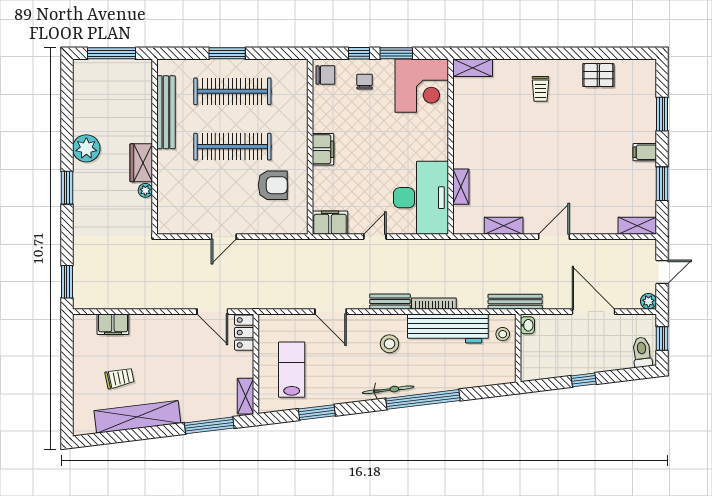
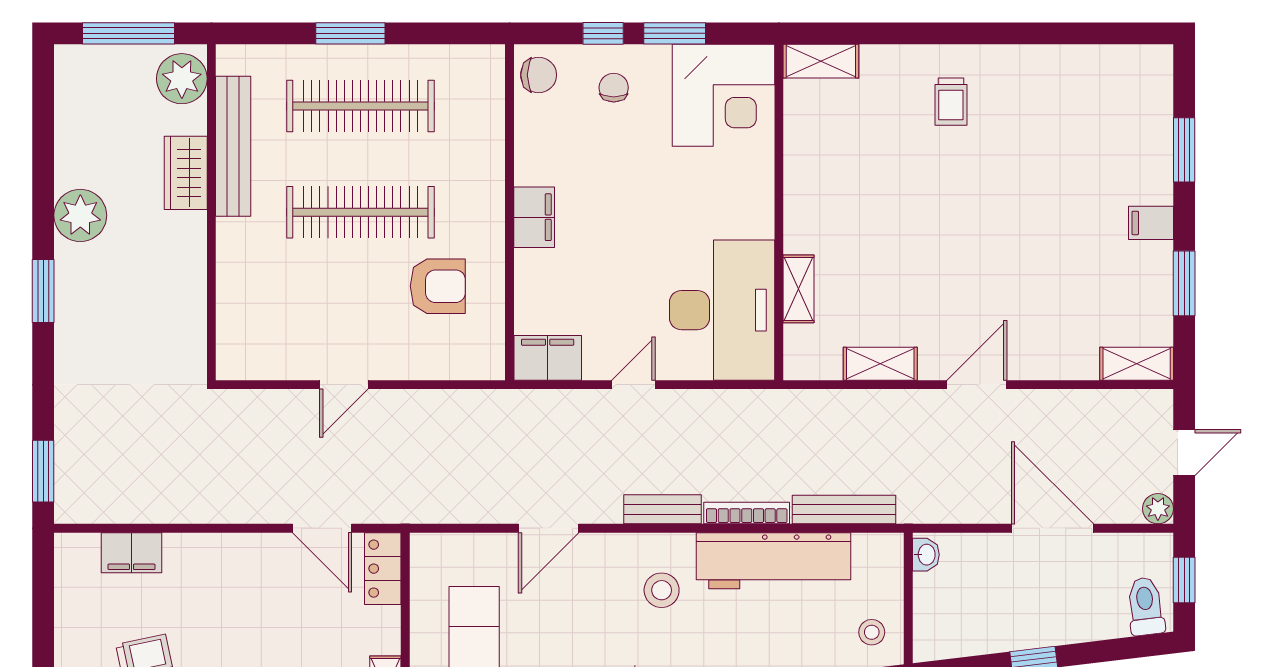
pallet: (598, 75) -> (1062, 75), removed
wardrobe: (141, 163) -> (186, 173), moved
plant: (145, 190) -> (182, 79), moved, width x1.88, depth x1.88
bench: (515, 302) -> (844, 510), moved
door: (331, 312) -> (549, 528), hinge flipped
stool: (503, 334) -> (872, 632), moved

